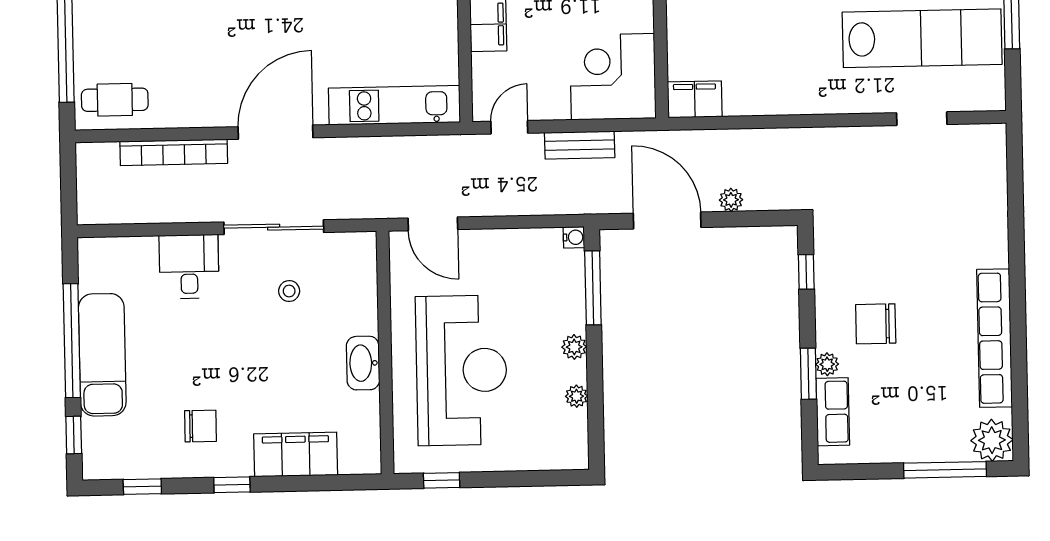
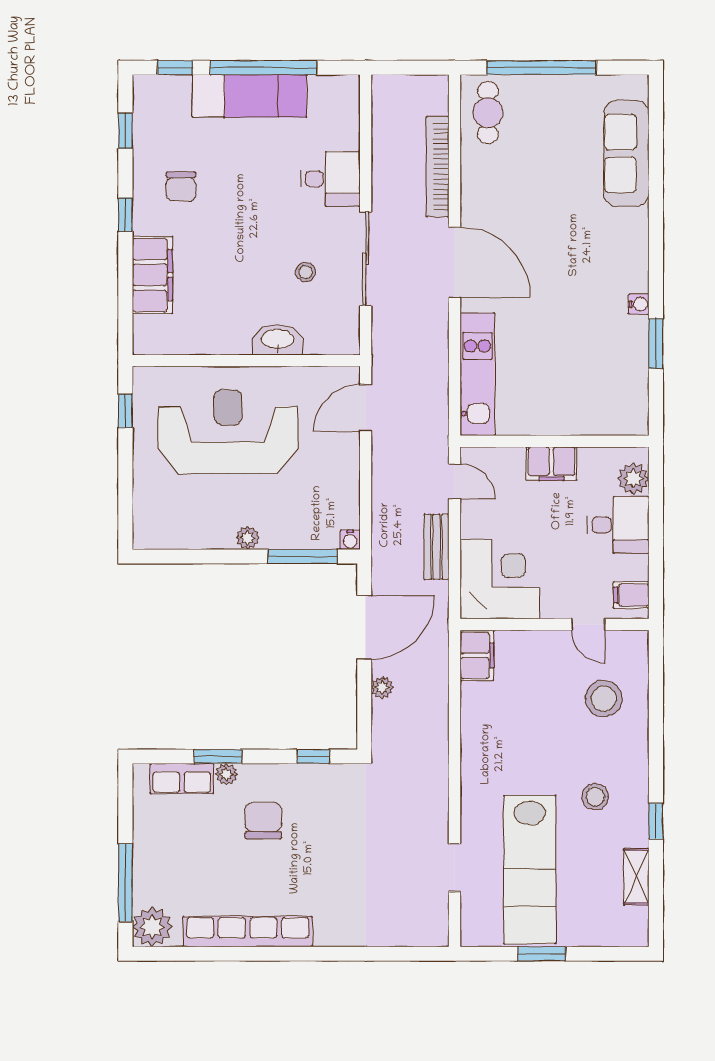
washbasin: (363, 363) -> (278, 340), moved
reception desk: (461, 370) -> (228, 432), turned 180
plant: (577, 396) -> (201, 539), removed

